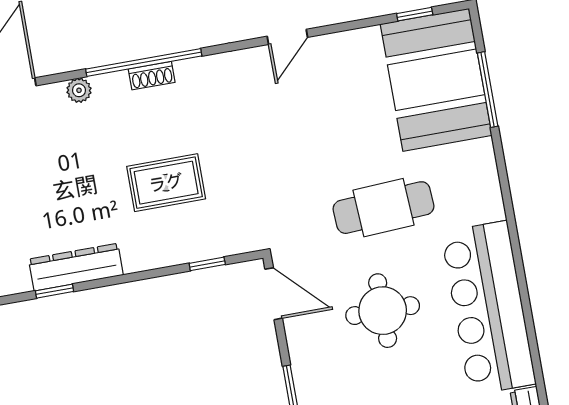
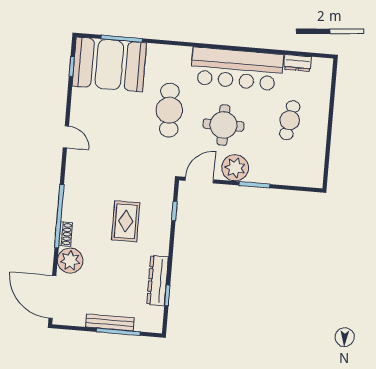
shoe rack: (152, 76) -> (66, 234), moved
plant: (79, 90) -> (70, 261), width x1.88, depth x1.88
plant: (312, 351) -> (235, 168), added

